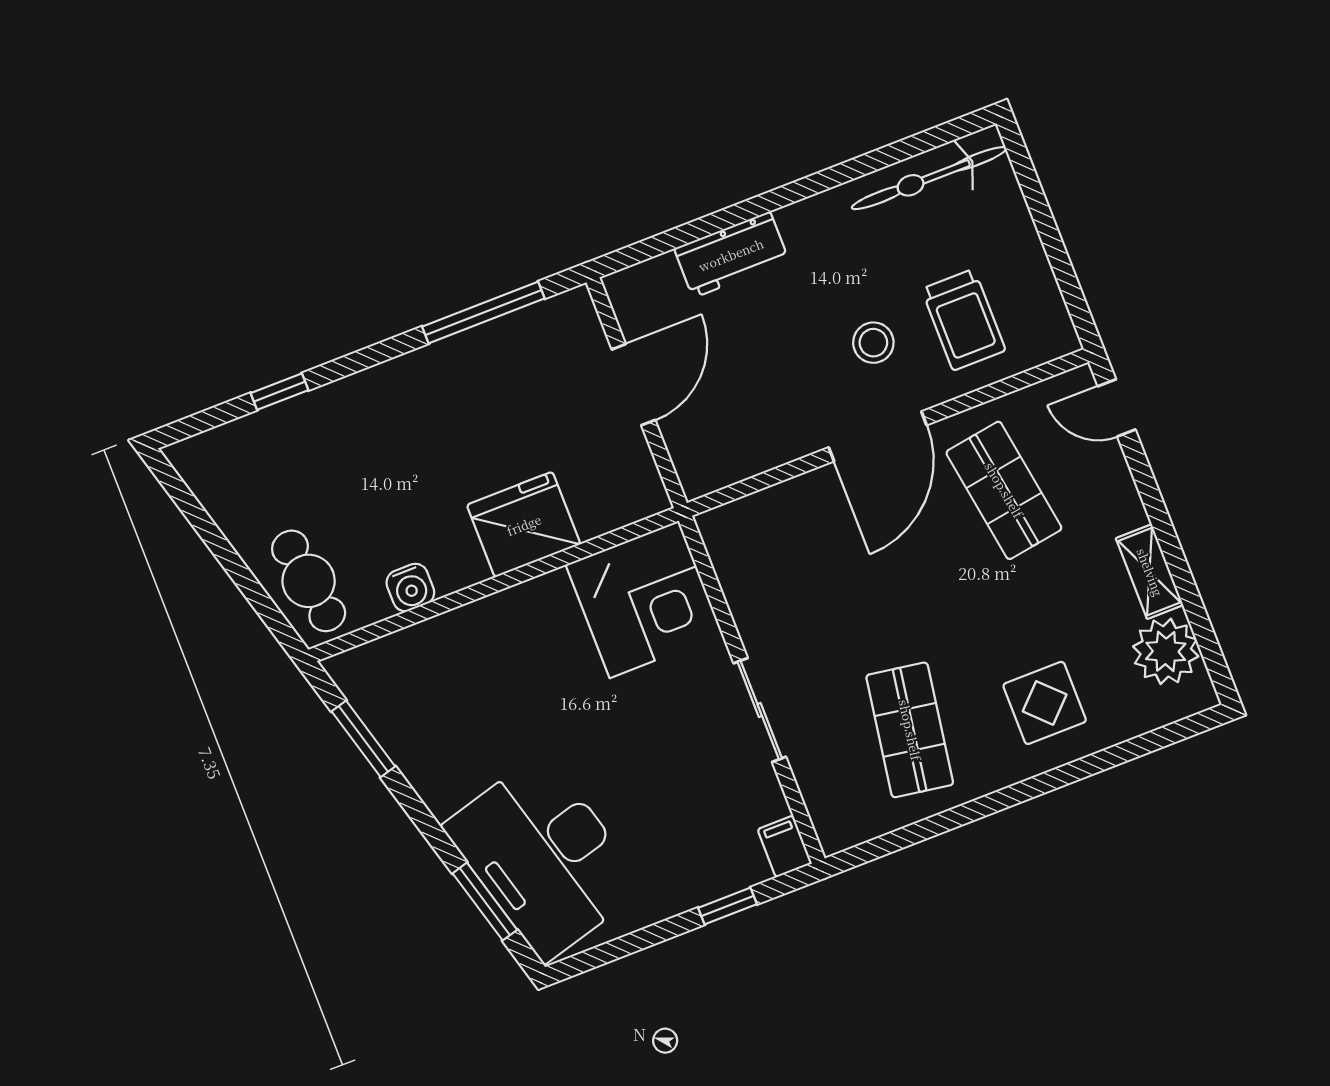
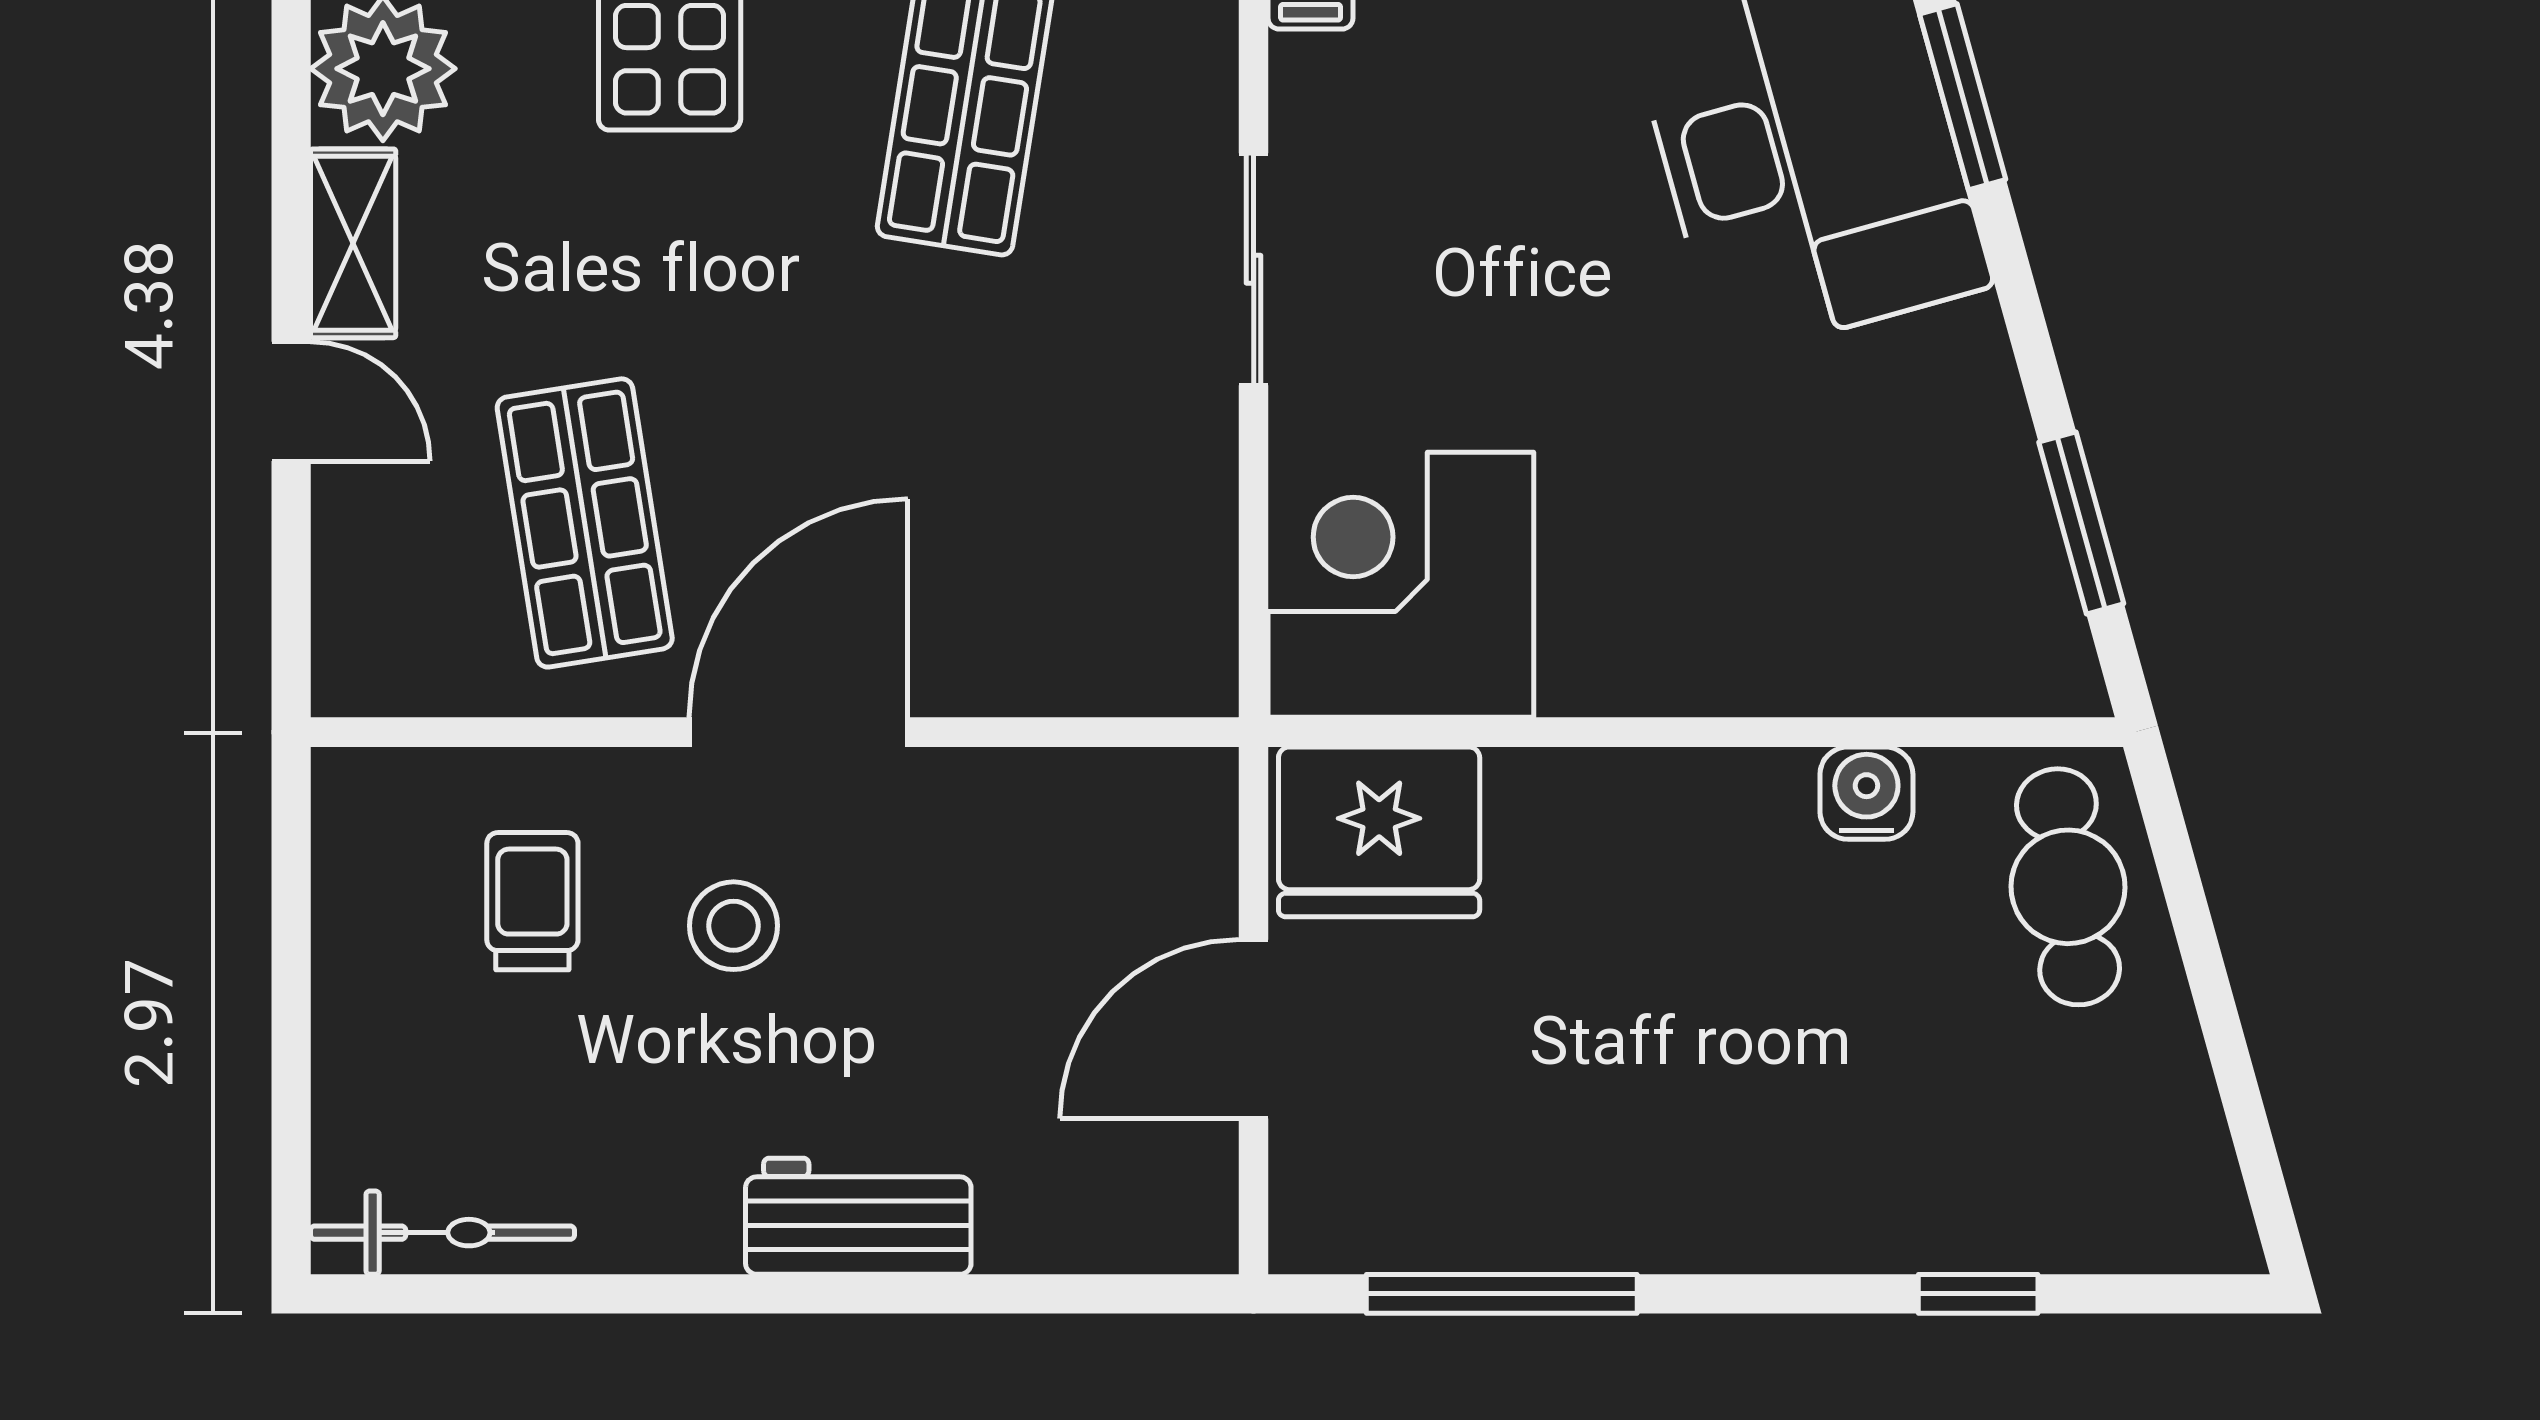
bicycle: (929, 178) -> (443, 1233), width x0.73, depth x0.71
workbench: (731, 255) -> (858, 1216), moved
trolley: (964, 320) -> (532, 901), width x0.73, depth x0.72
door: (1117, 408) -> (291, 401), moved
fridge: (524, 525) -> (1379, 832), moved

